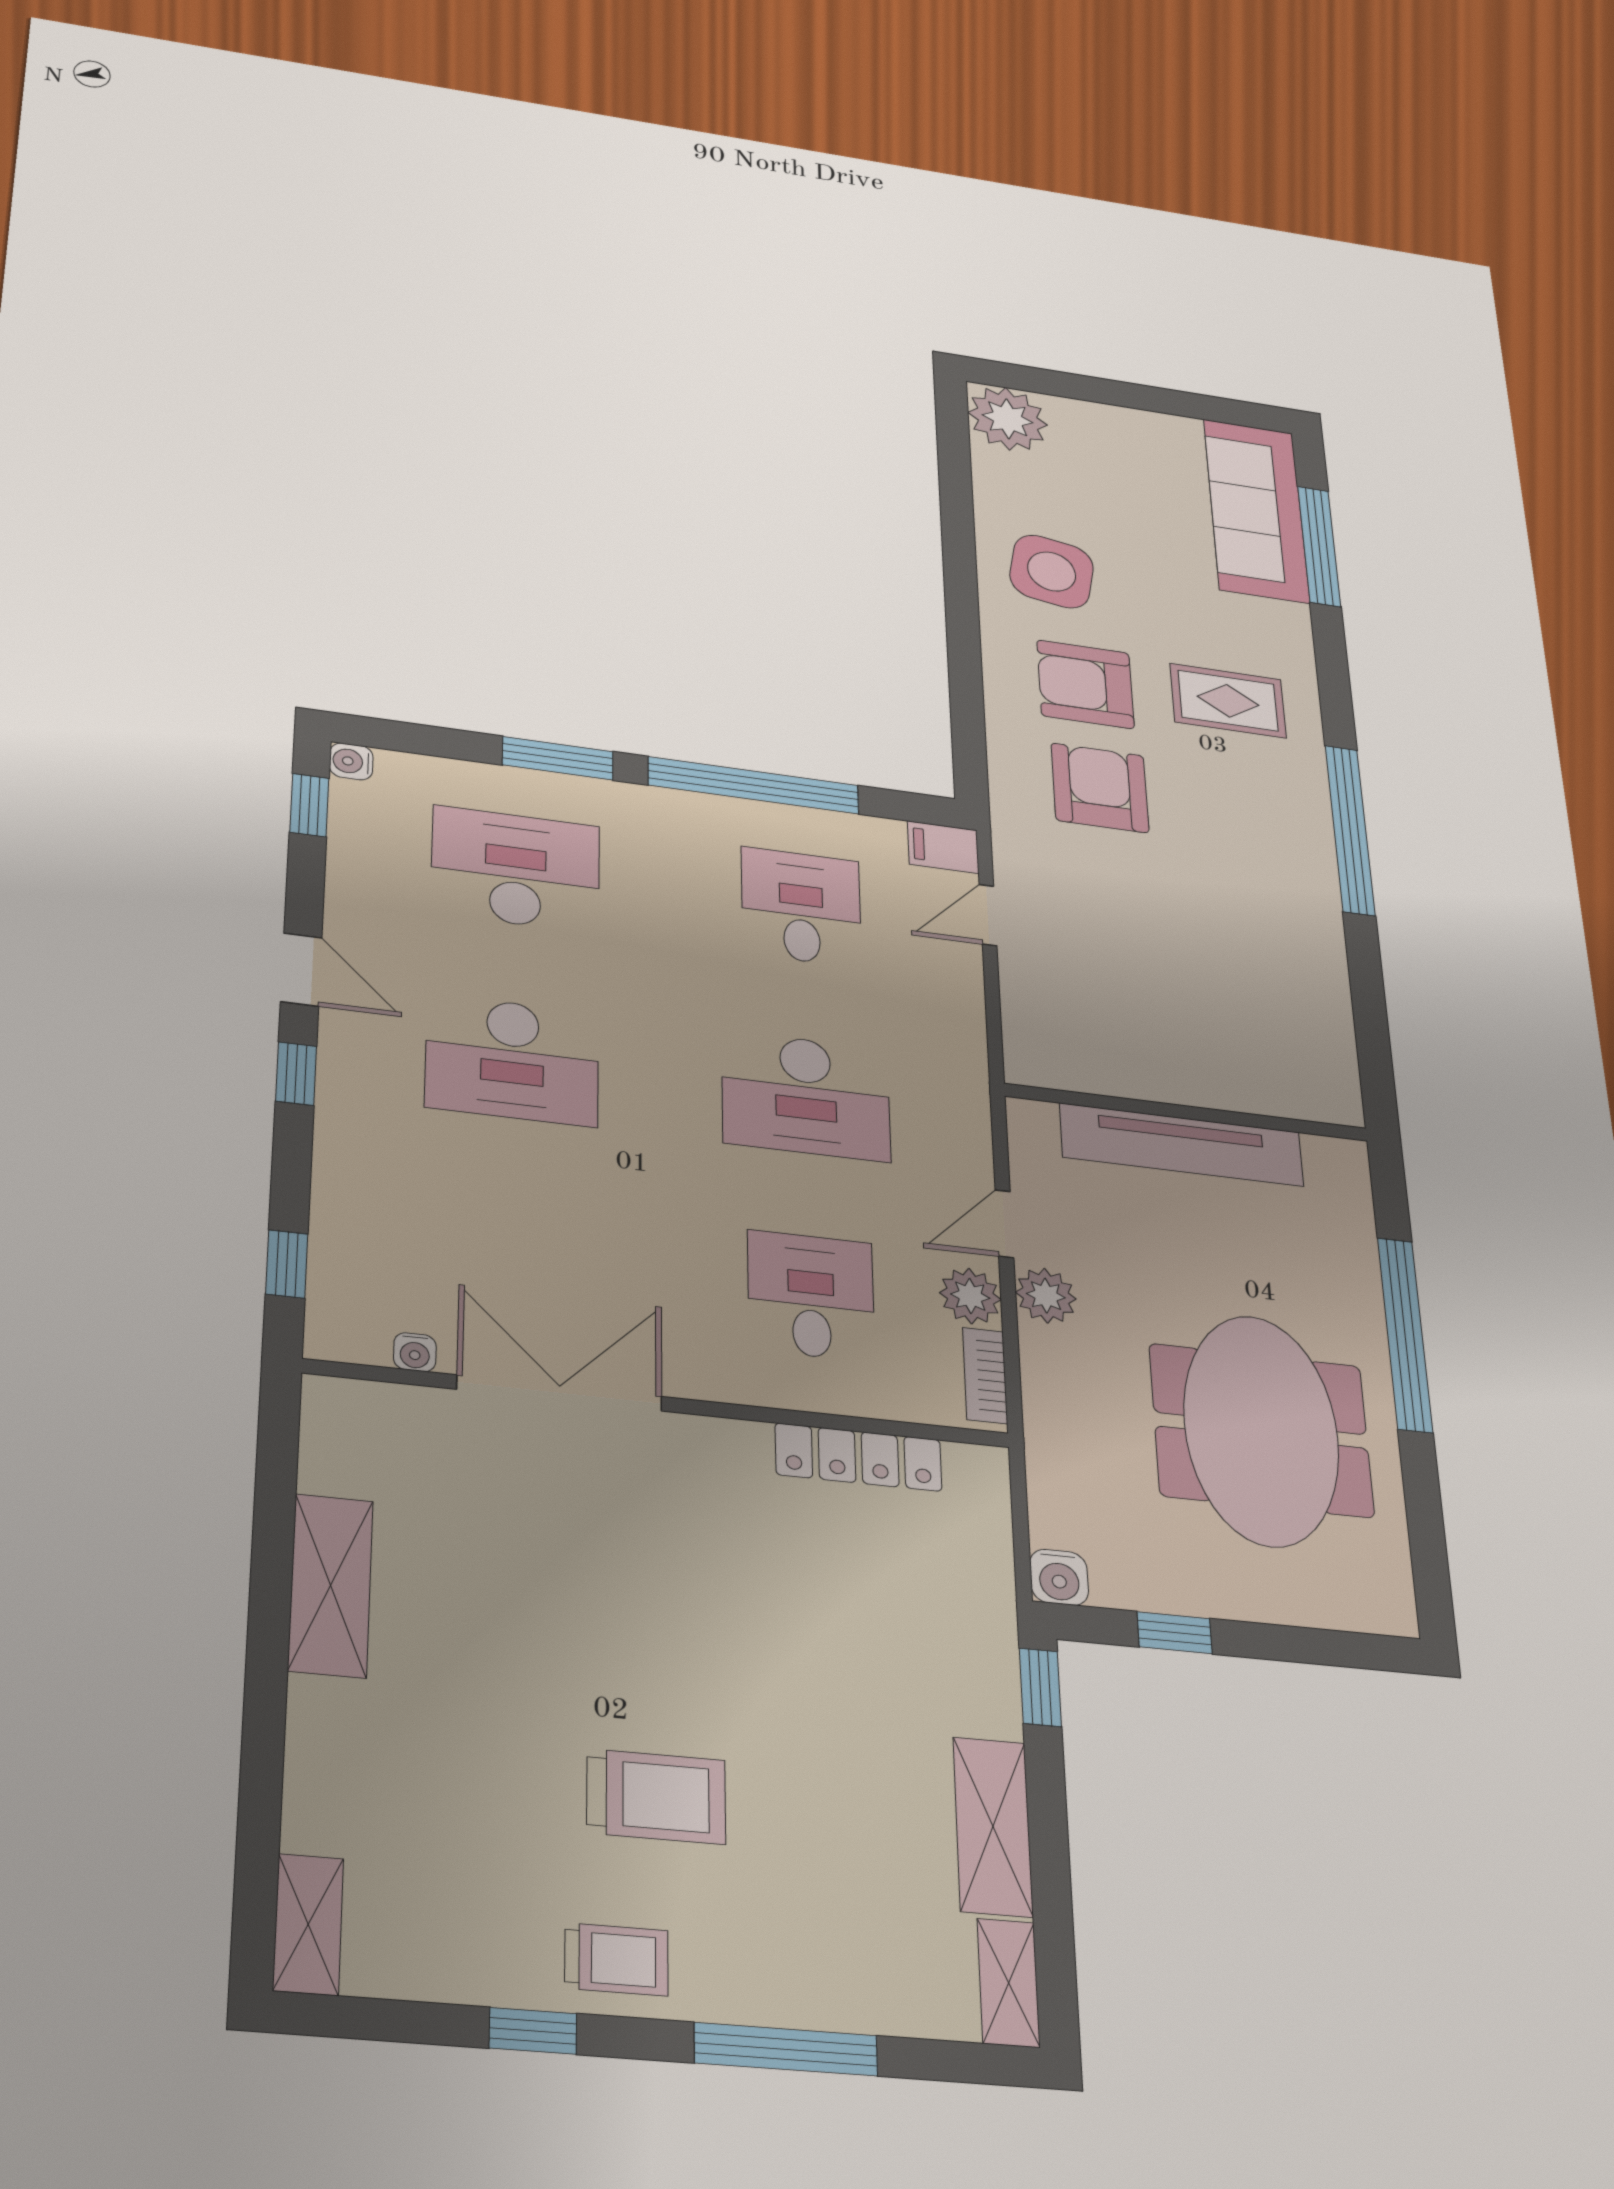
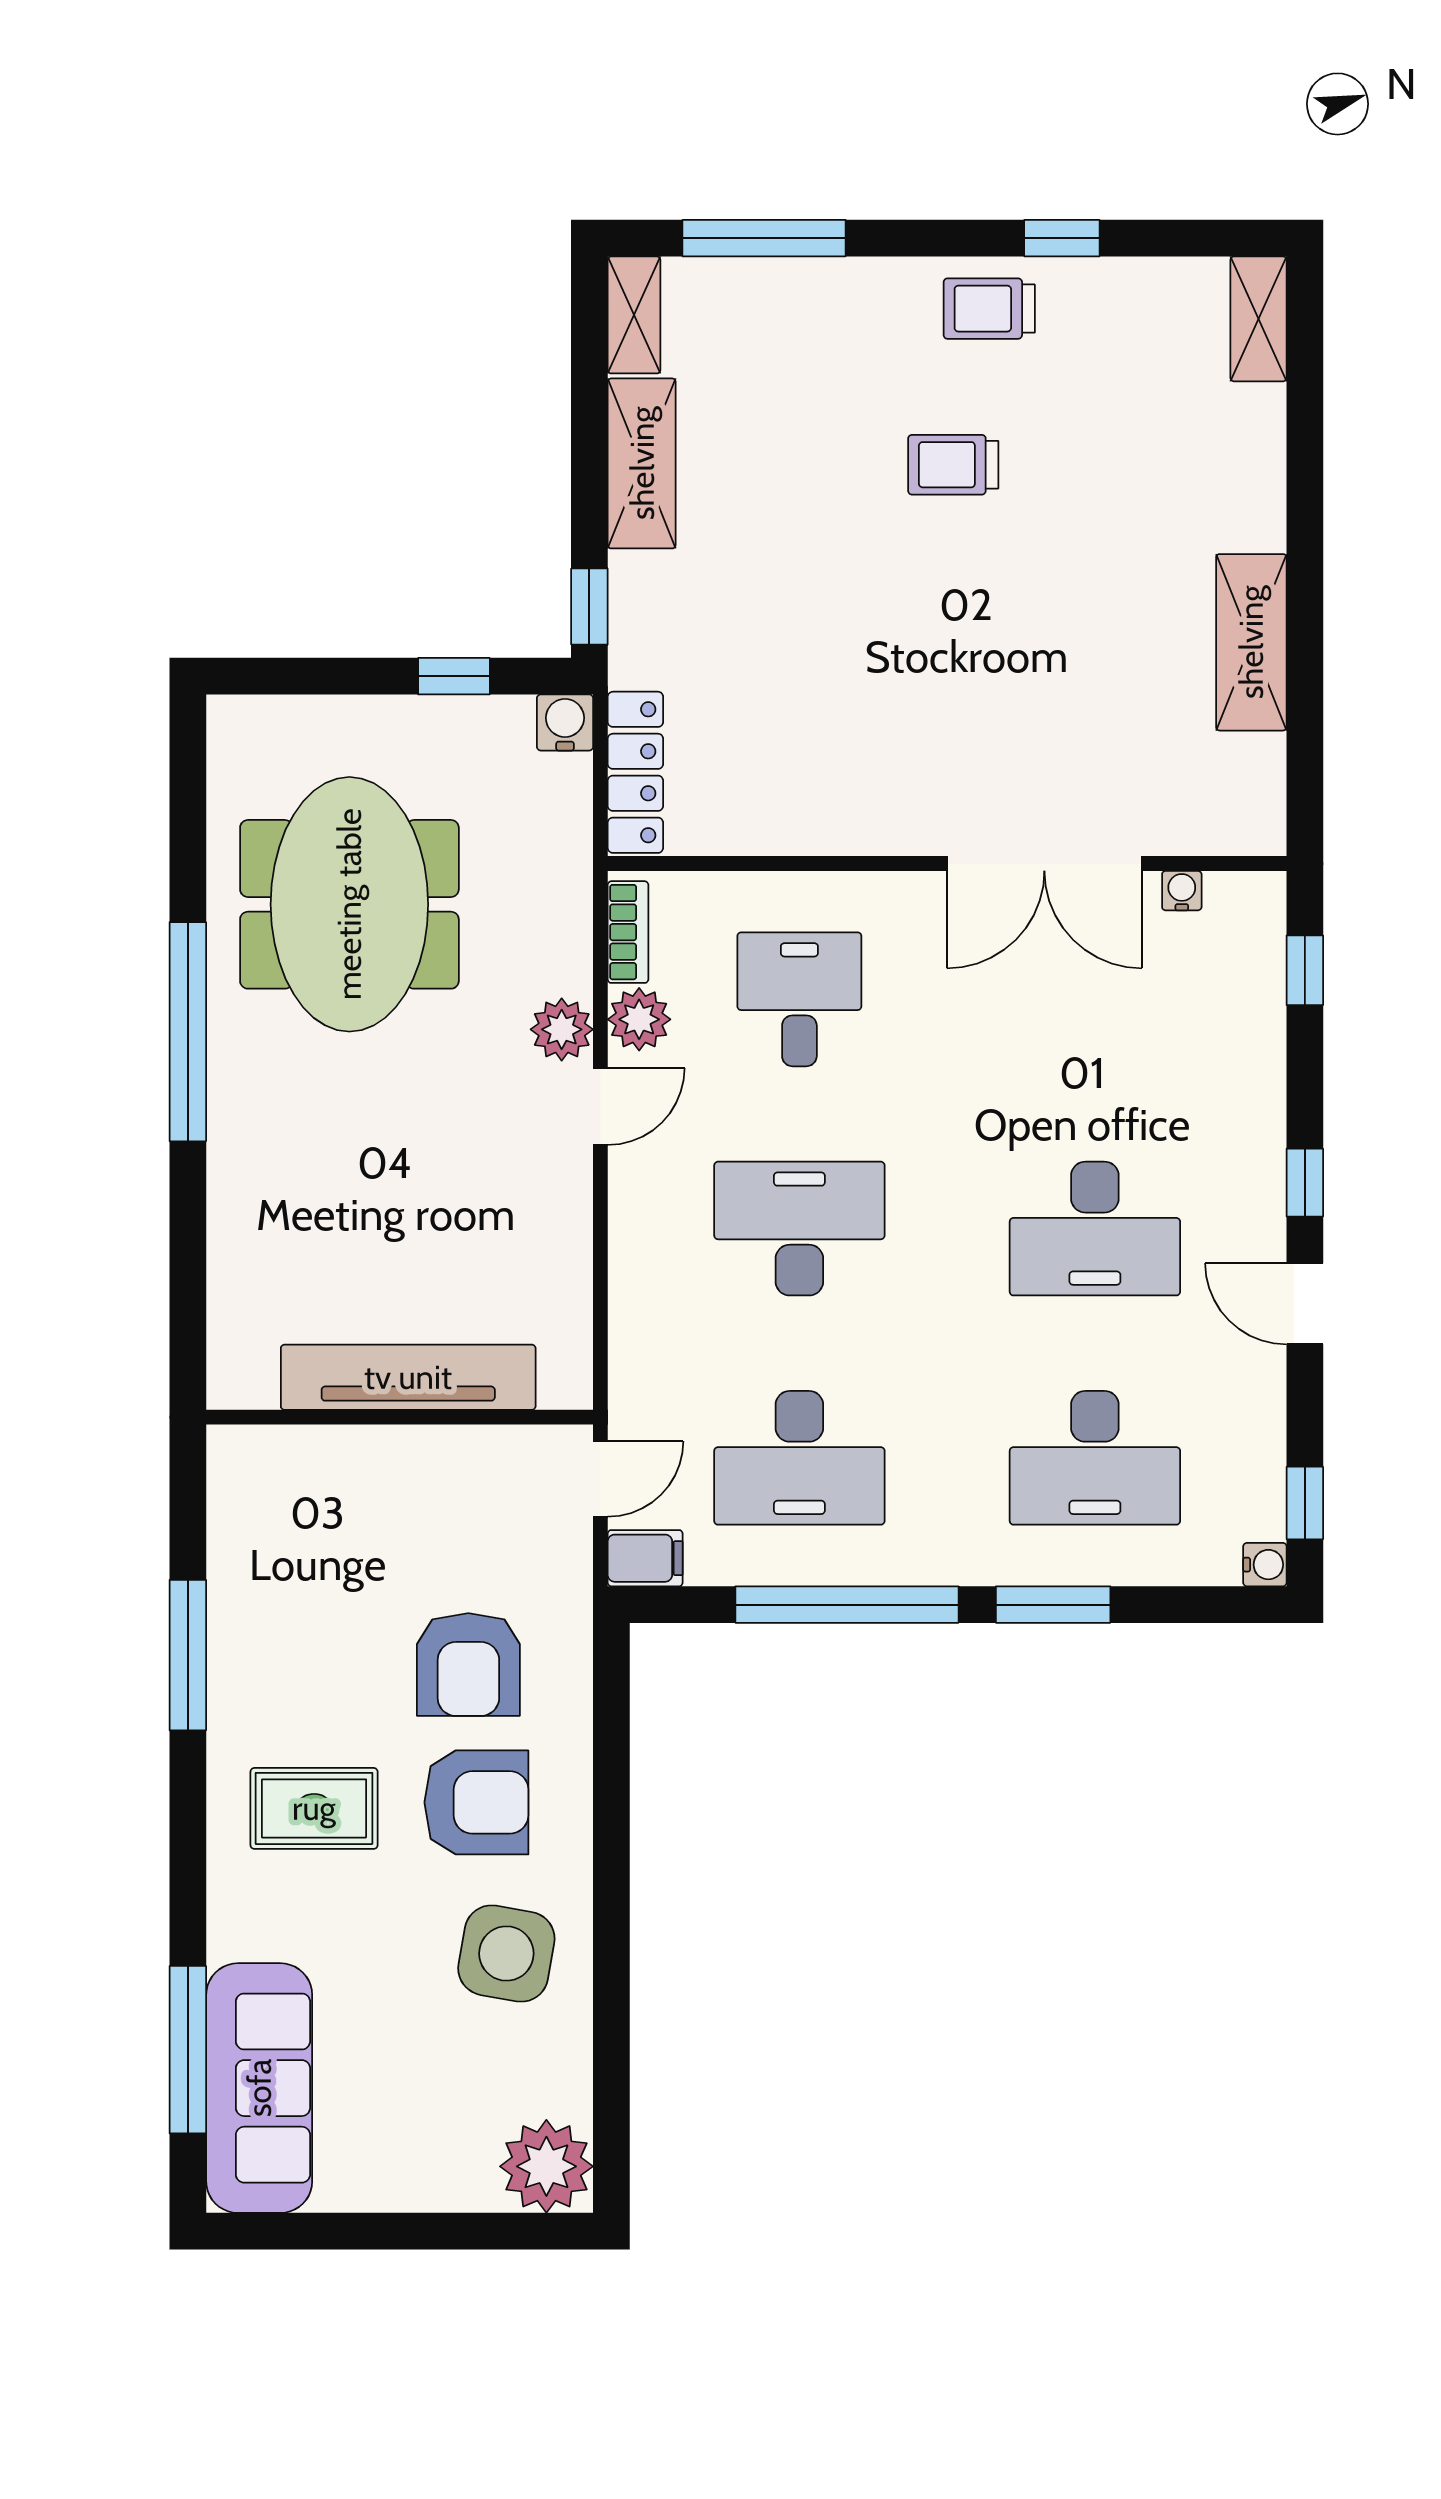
window: (1350, 830) -> (188, 1655), width x0.68
desk: (801, 907) -> (799, 1458), width x1.37
desk: (512, 1060) -> (1095, 1229), turned 180
wall: (1187, 1112) -> (400, 1417), moved
tv unit: (1182, 1145) -> (408, 1377), moved
desk: (811, 1296) -> (799, 999), turned 180
locker: (859, 1457) -> (635, 772), moved, turned 90
trolley: (656, 1796) -> (953, 465), width x0.73, depth x0.72
window: (786, 2049) -> (764, 238), moved

